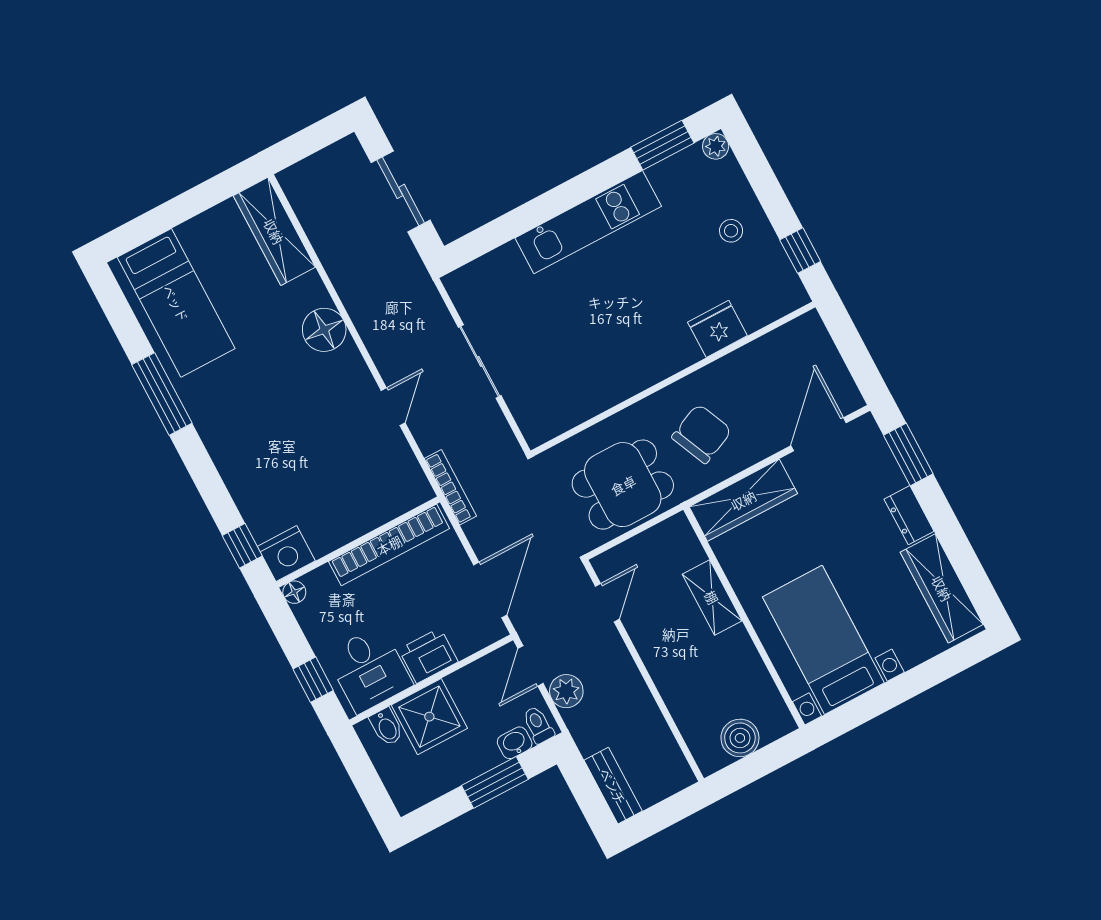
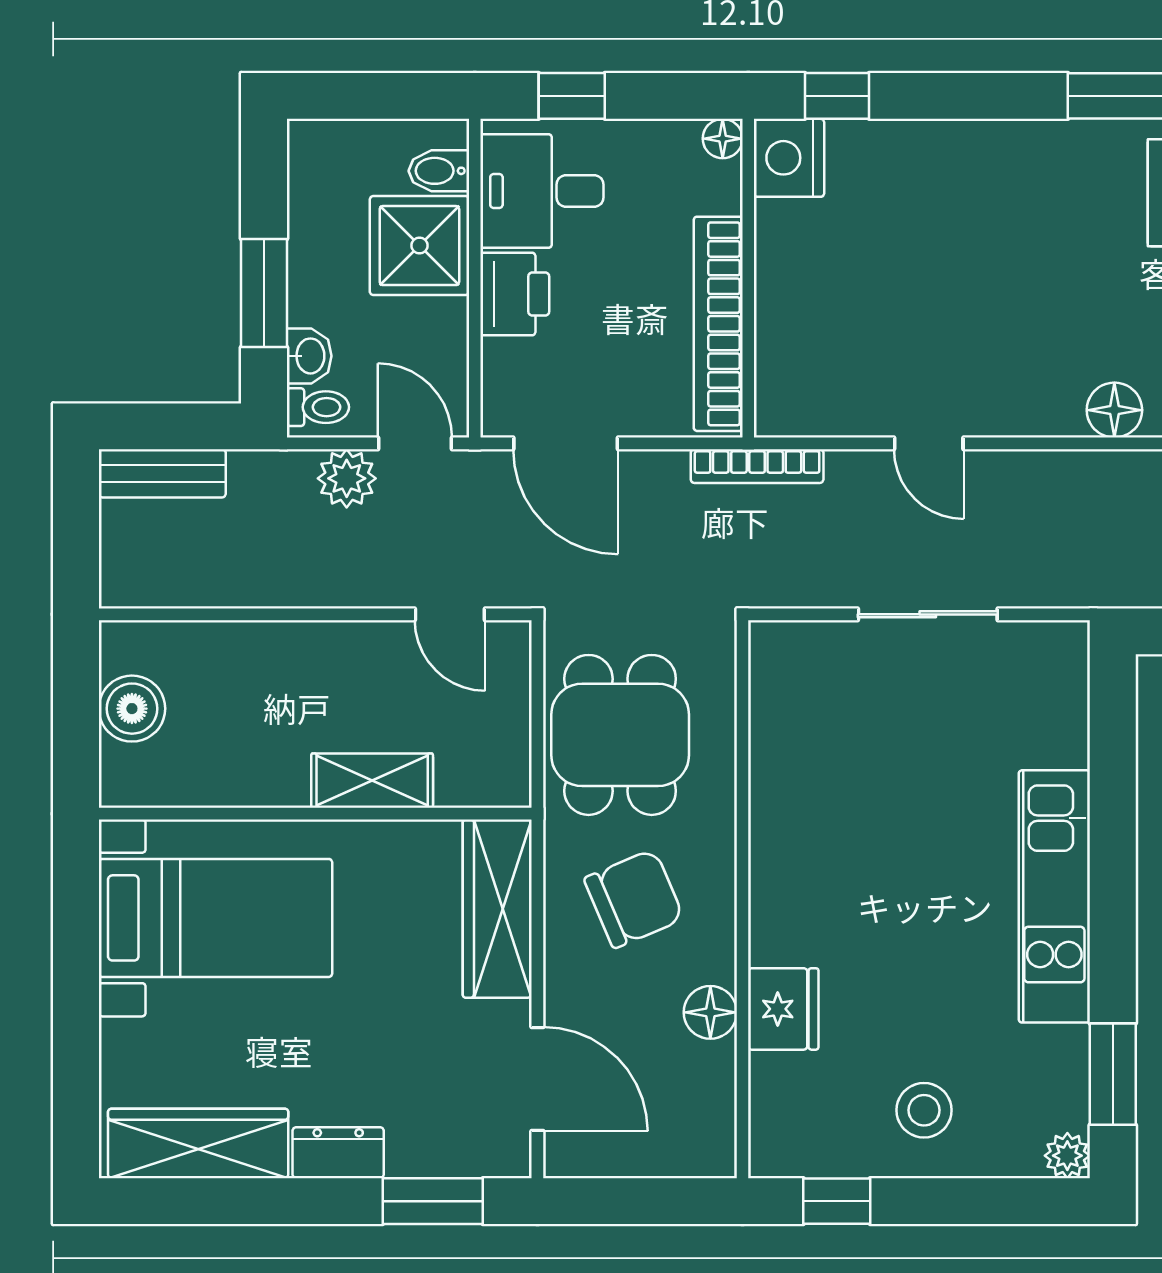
stool: (731, 231) -> (924, 1110), width x1.37, depth x1.37
floor lamp: (324, 330) -> (1114, 410), width x0.73, depth x0.73
floor lamp: (739, 365) -> (710, 1012), added
chair: (702, 434) -> (634, 899), turned -89

